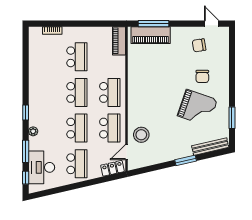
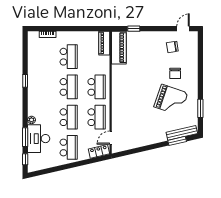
window: (153, 24) -> (134, 29), width x0.46
door: (212, 24) -> (183, 29), hinge flipped
piano: (151, 35) -> (119, 48), moved, turned -90
window: (26, 112) -> (25, 81), moved
stool: (141, 135) -> (123, 123), removed
window: (186, 160) -> (177, 141), moved
desk: (42, 167) -> (39, 139), moved

